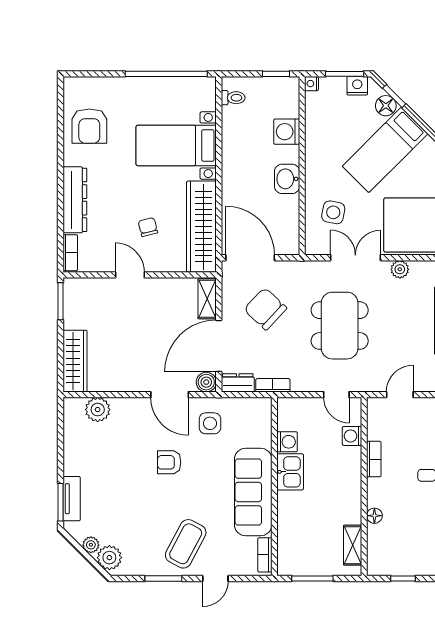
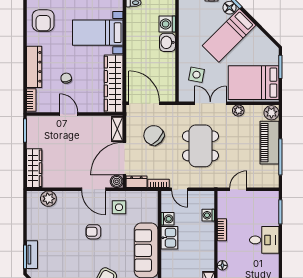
washbasin: (287, 179) -> (167, 42), moved
chair: (148, 227) -> (66, 78), moved
door: (336, 395) -> (180, 189), moved

